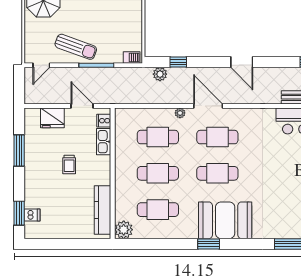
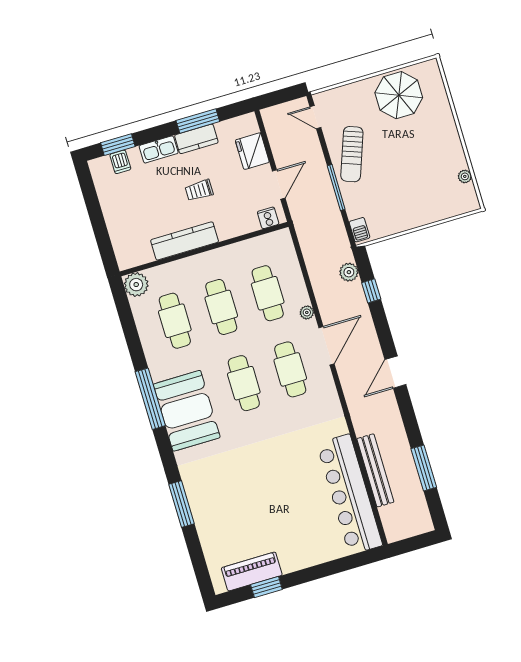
kitchen sink: (104, 142) -> (159, 149), moved, turned 180
kitchen counter: (32, 155) -> (196, 139), added
kitchen counter: (103, 210) -> (185, 241), moved
window: (209, 244) -> (150, 399), width x2.11

